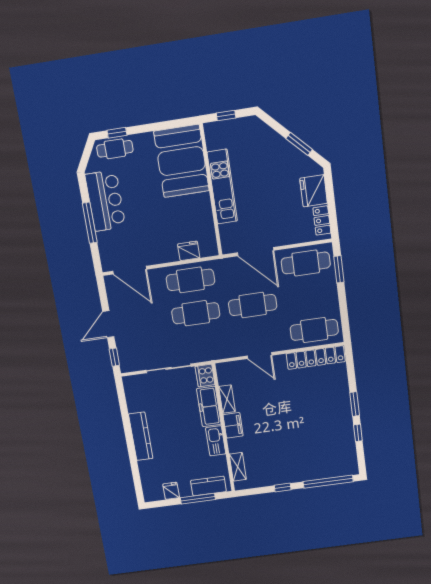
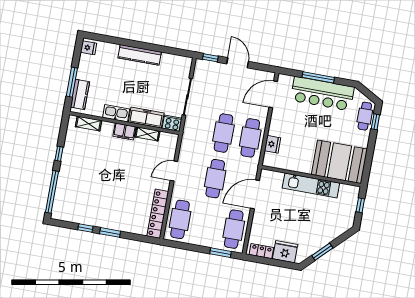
bar counter: (105, 201) -> (322, 94), width x1.36
fridge: (171, 491) -> (89, 48), moved

